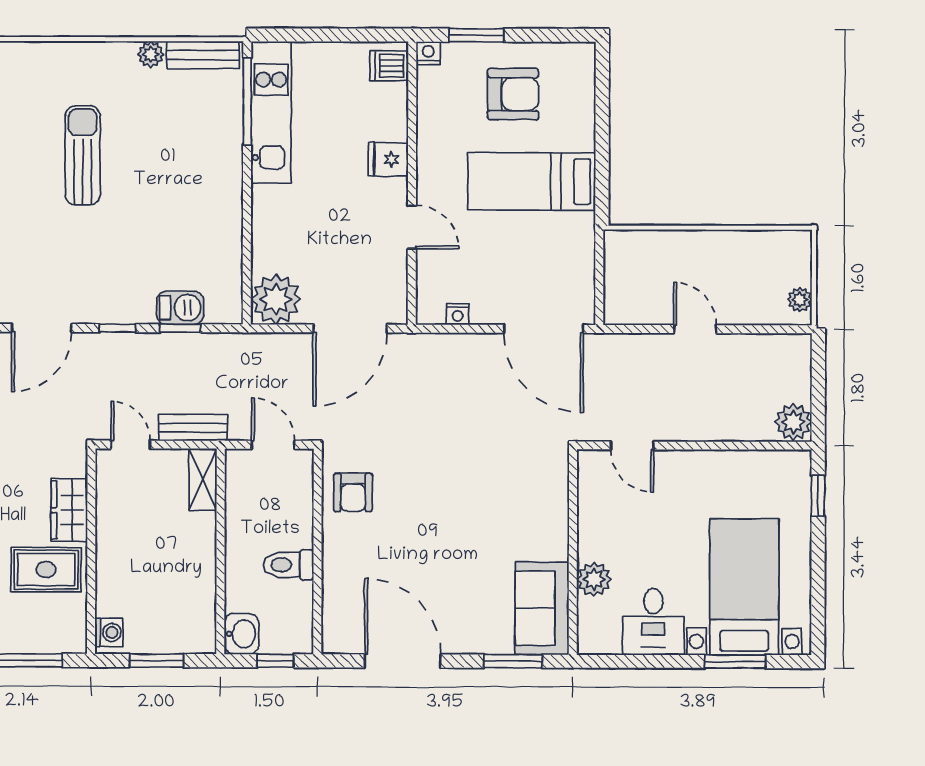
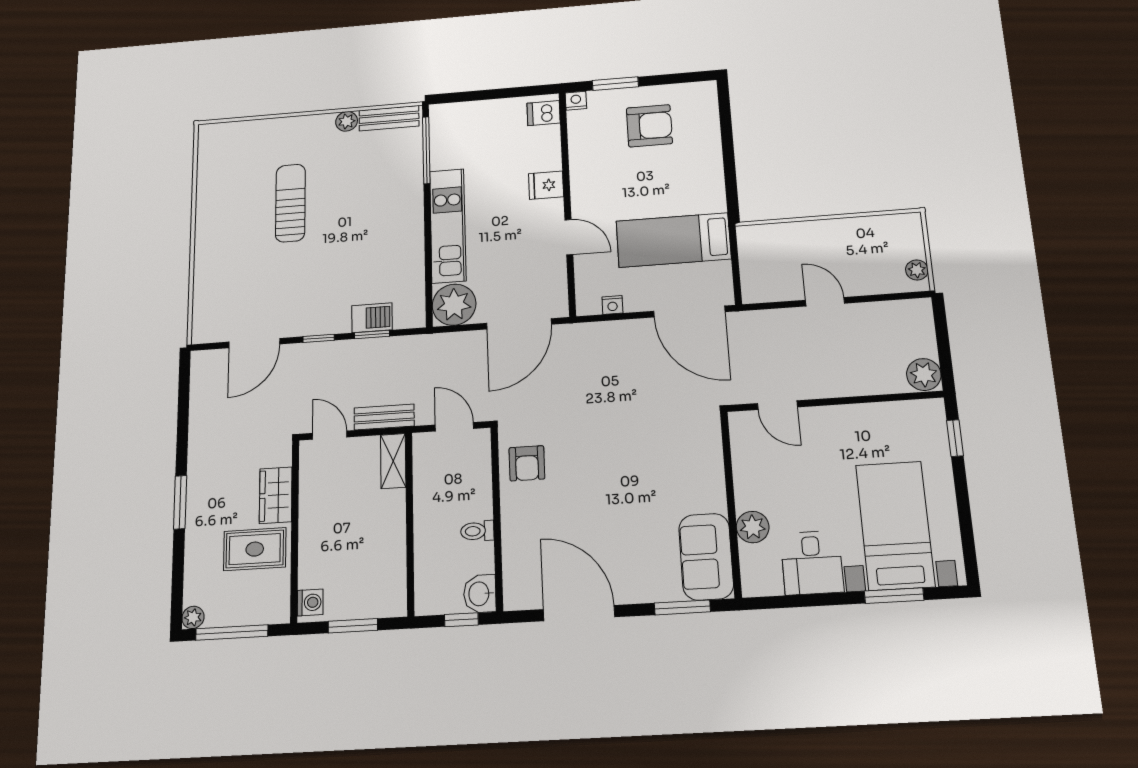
kitchen unit: (271, 112) -> (448, 226), moved
bed: (532, 181) -> (673, 240), moved
toilet: (288, 565) -> (477, 531), width x0.73, depth x0.72
washbasin: (242, 634) -> (480, 594), moved, turned 180

